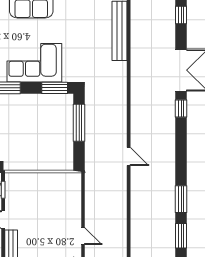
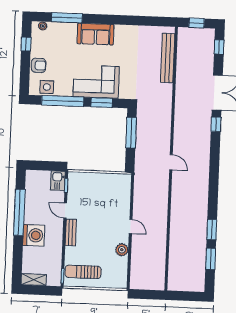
window: (55, 88) -> (102, 103), moved
window: (181, 199) -> (213, 199), removed

